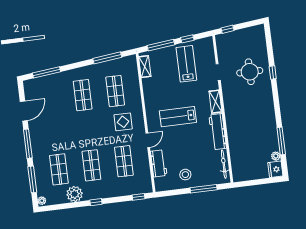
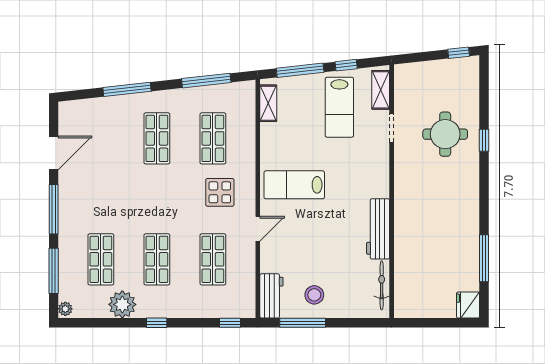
window: (227, 29) -> (459, 53), moved
lab bench: (186, 64) -> (339, 107), turned 180
window: (47, 72) -> (127, 89), moved
shelving: (215, 102) -> (381, 90), moved
lab bench: (178, 117) -> (294, 185), moved
plant: (276, 156) -> (472, 283), removed
workbench: (159, 163) -> (271, 296), moved
window: (204, 189) -> (303, 323), moved

